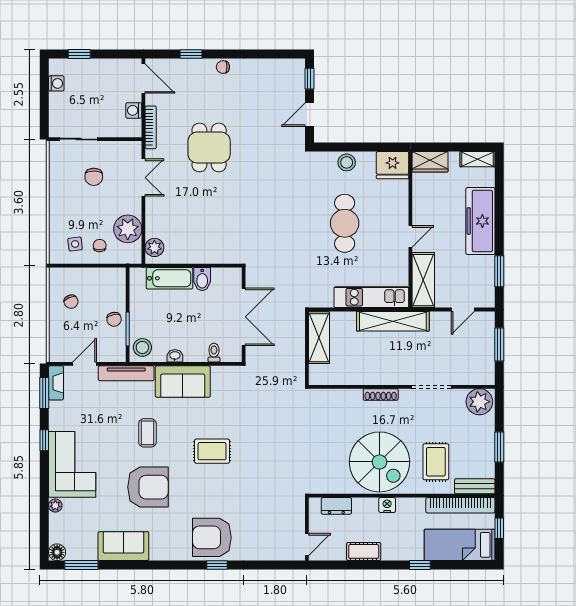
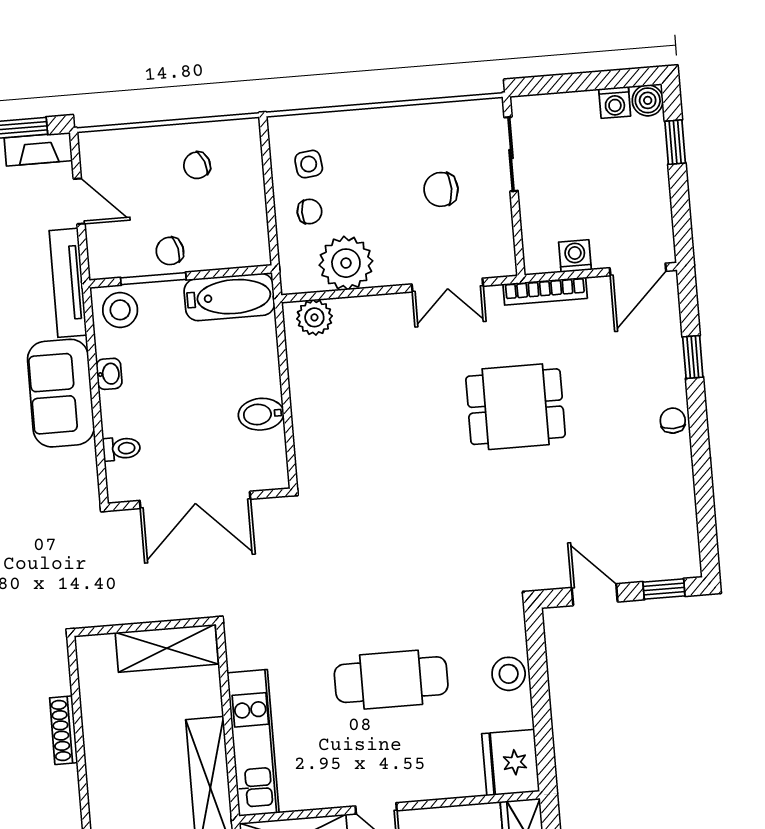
boiler: (57, 66) -> (648, 100), added
bathtub: (169, 278) -> (229, 297), moved, turned -90
shoe rack: (381, 394) -> (64, 730), moved

